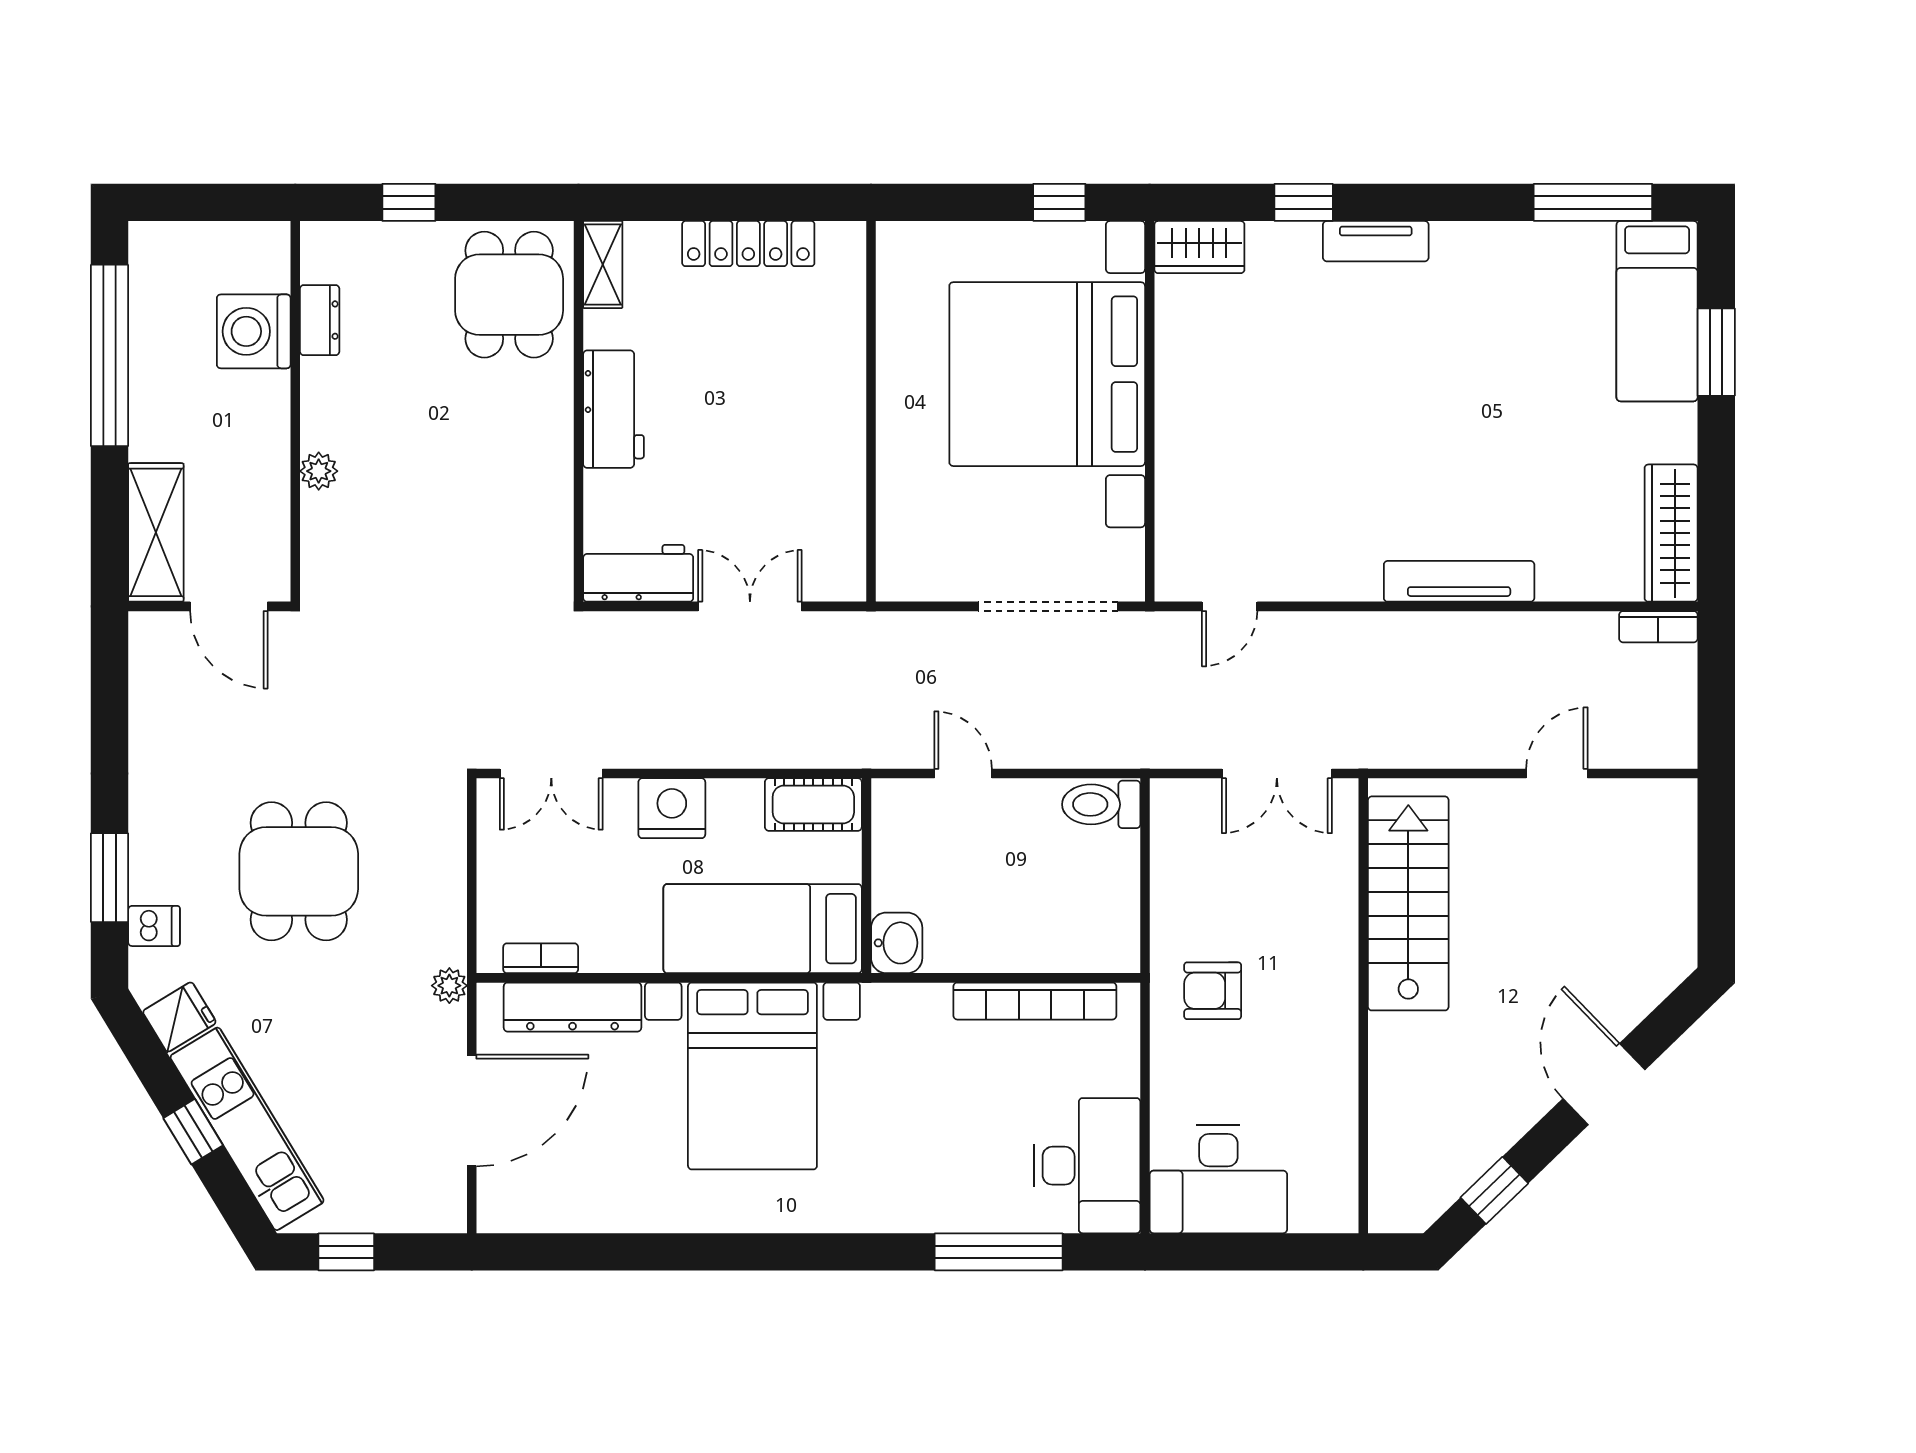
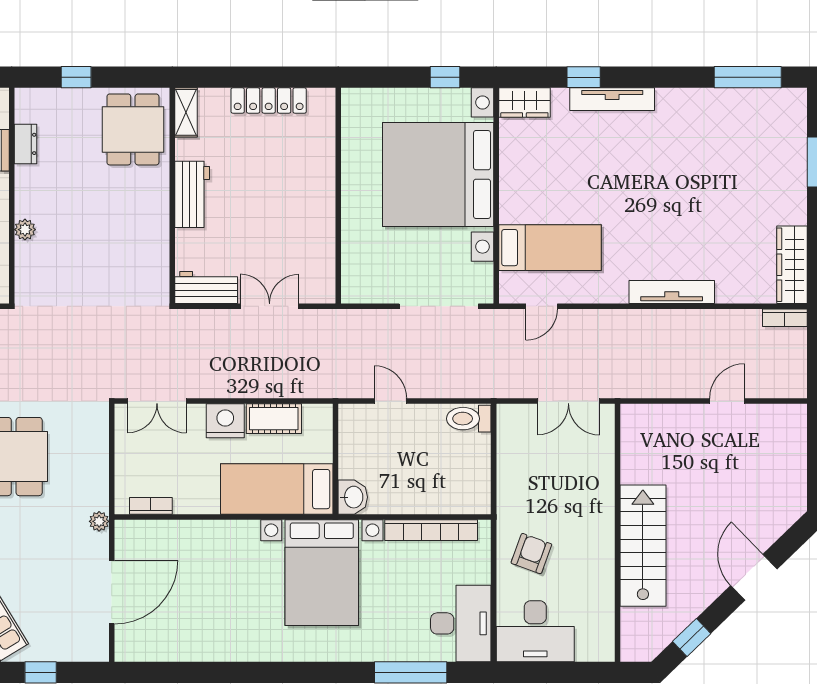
tv unit: (1376, 241) -> (612, 99), width x1.41
bed: (1657, 311) -> (550, 248), moved, turned -90
cot: (813, 805) -> (274, 419), moved
stairs: (1408, 903) -> (643, 546), moved
armchair: (1213, 991) -> (531, 554), moved, turned 110
dresser: (572, 1007) -> (169, 534), removed
bed with nightstands: (752, 1076) -> (322, 573), moved

